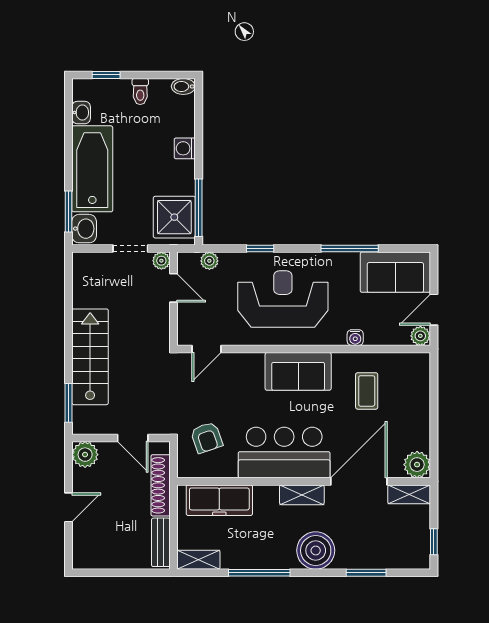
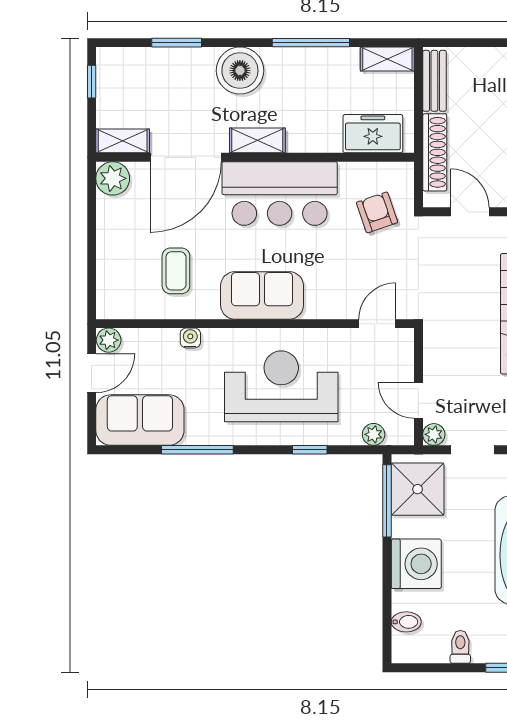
bidet: (183, 86) -> (406, 622), moved
washing machine: (185, 148) -> (416, 564), width x1.89, depth x1.89
reception desk: (283, 299) -> (281, 386), turned 180
freezer: (219, 500) -> (373, 134), width x0.71

